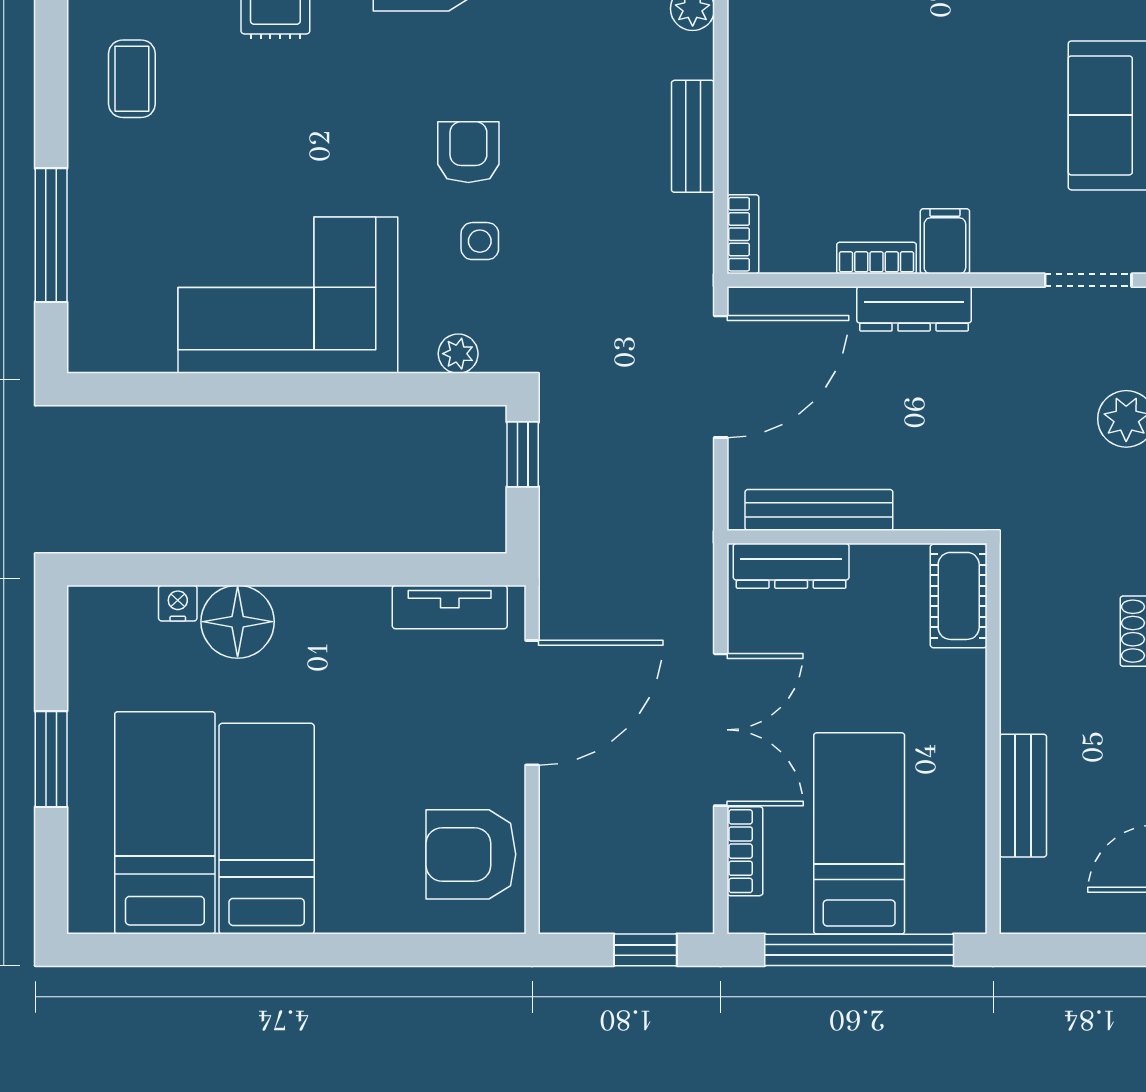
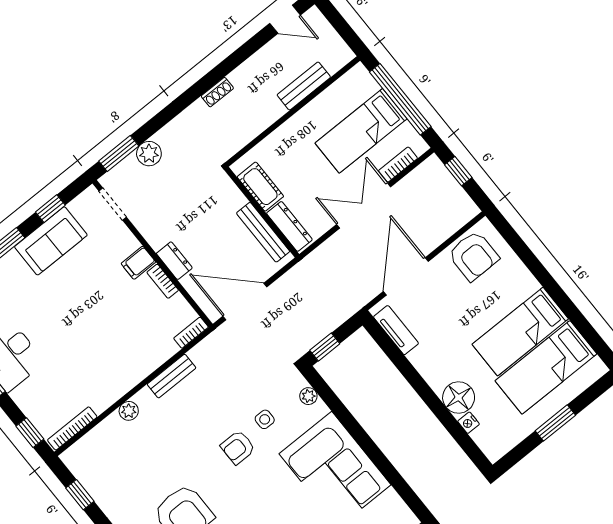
dresser: (914, 309) -> (174, 261), width x0.70
cot: (959, 596) -> (260, 187), moved, turned 90
door: (532, 703) -> (406, 276), hinge flipped

